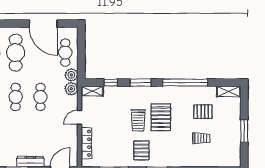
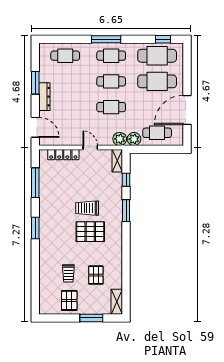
window: (185, 83) -> (126, 257), removed
window: (244, 131) -> (91, 318), moved
pallet: (141, 150) -> (69, 300), moved, turned 90

